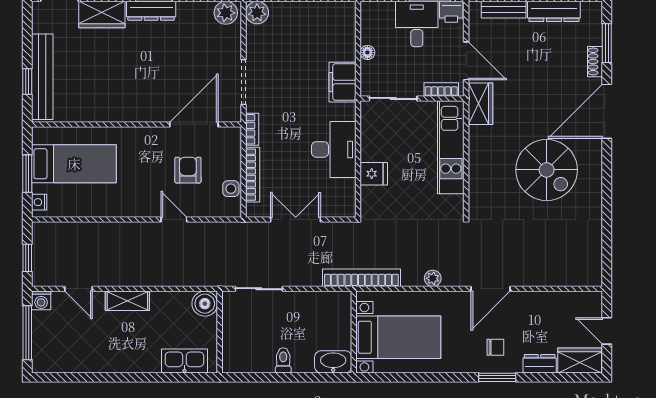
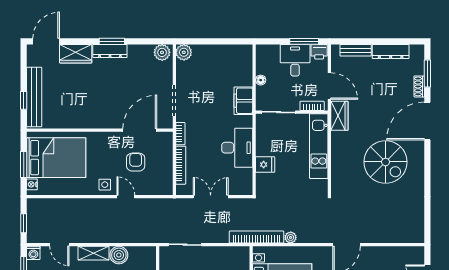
bed: (74, 164) -> (56, 158), width x1.50
side table: (231, 189) -> (105, 185), moved
plant: (433, 278) -> (291, 237), moved
boiler: (205, 304) -> (119, 255), moved

